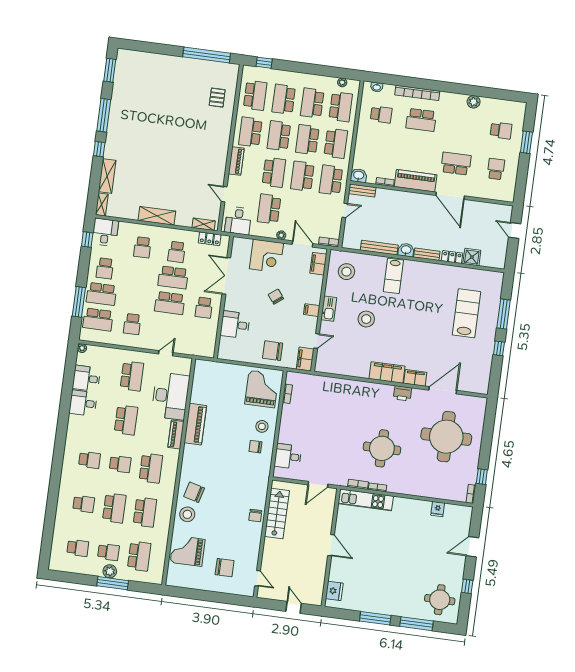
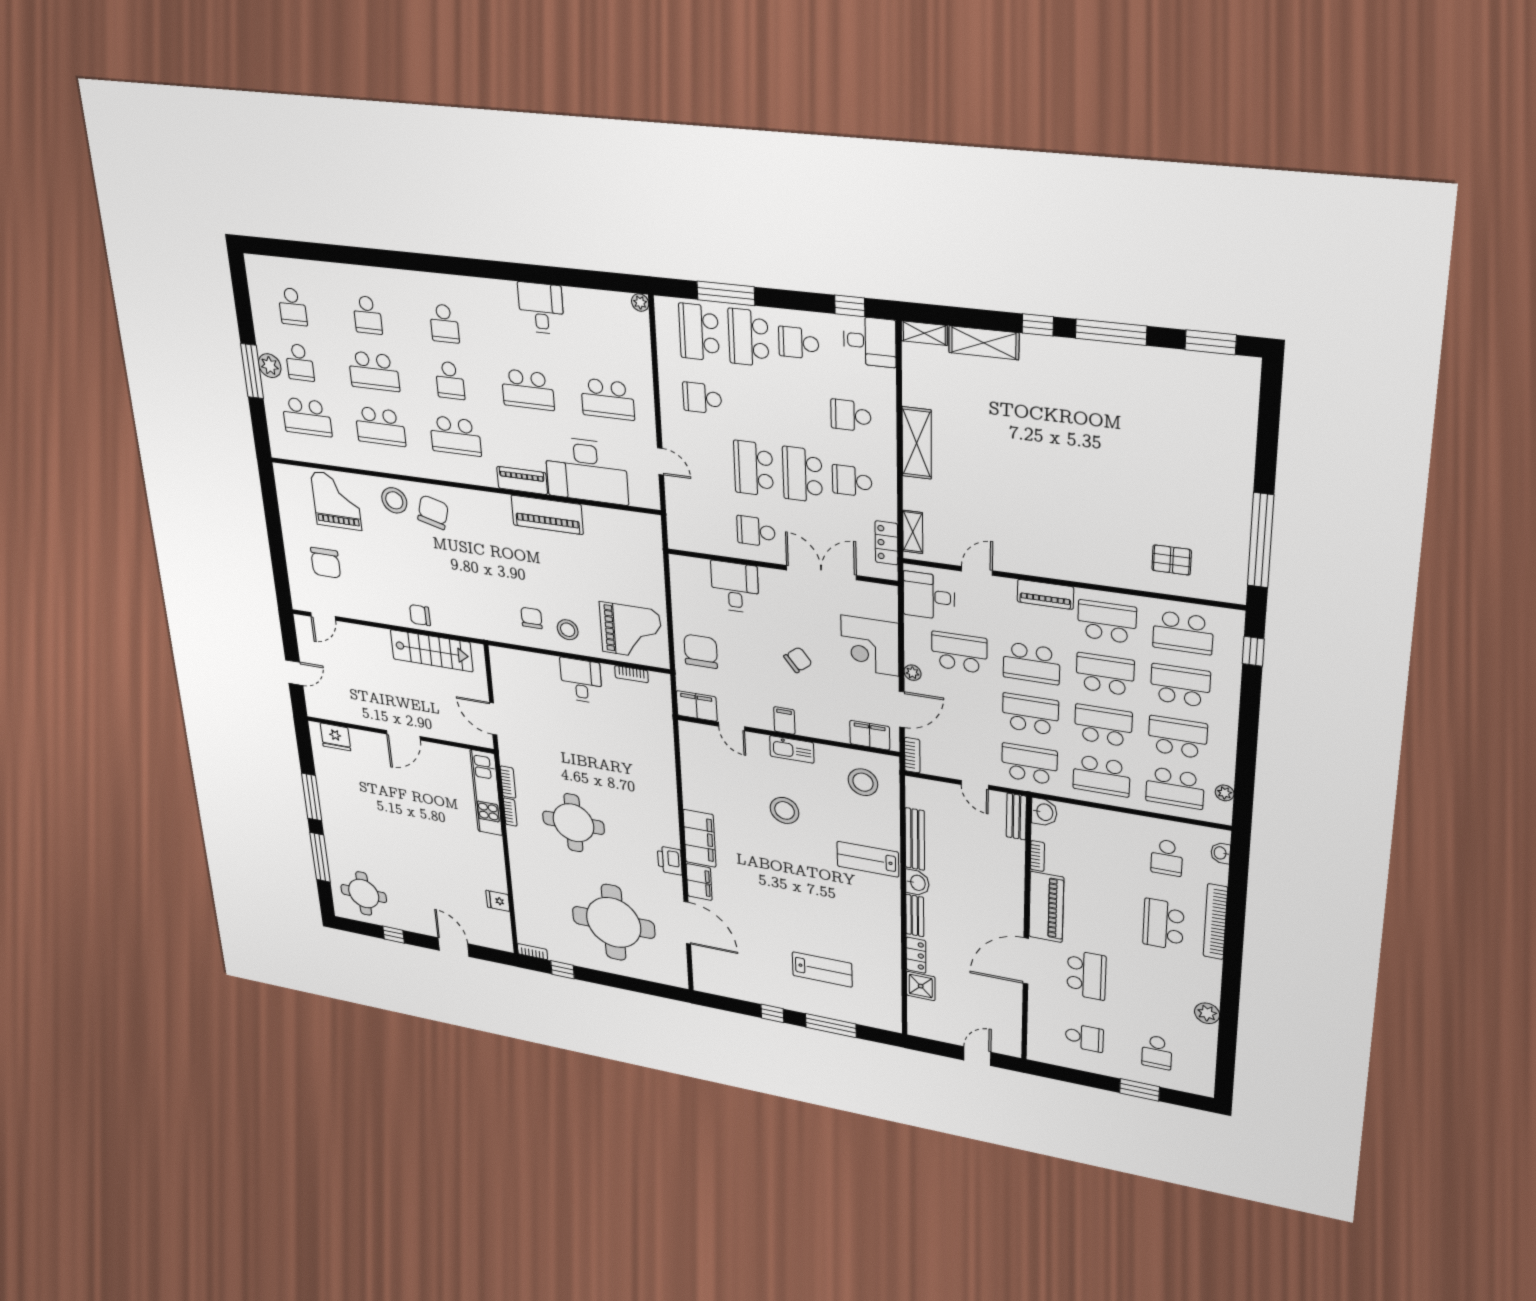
lab bench: (466, 313) -> (822, 970), width x0.73, depth x0.72
desk: (86, 378) -> (586, 313), removed
desk: (288, 456) -> (581, 680), moved

